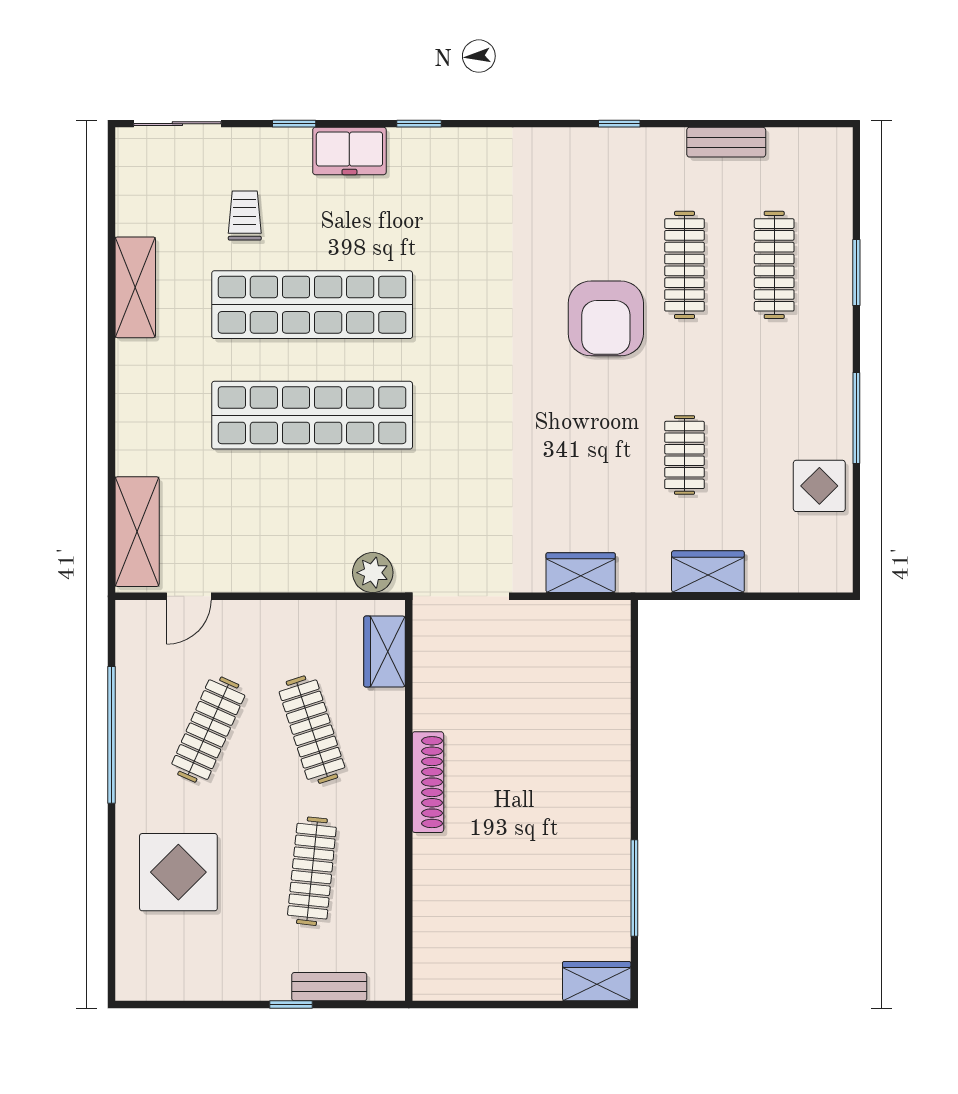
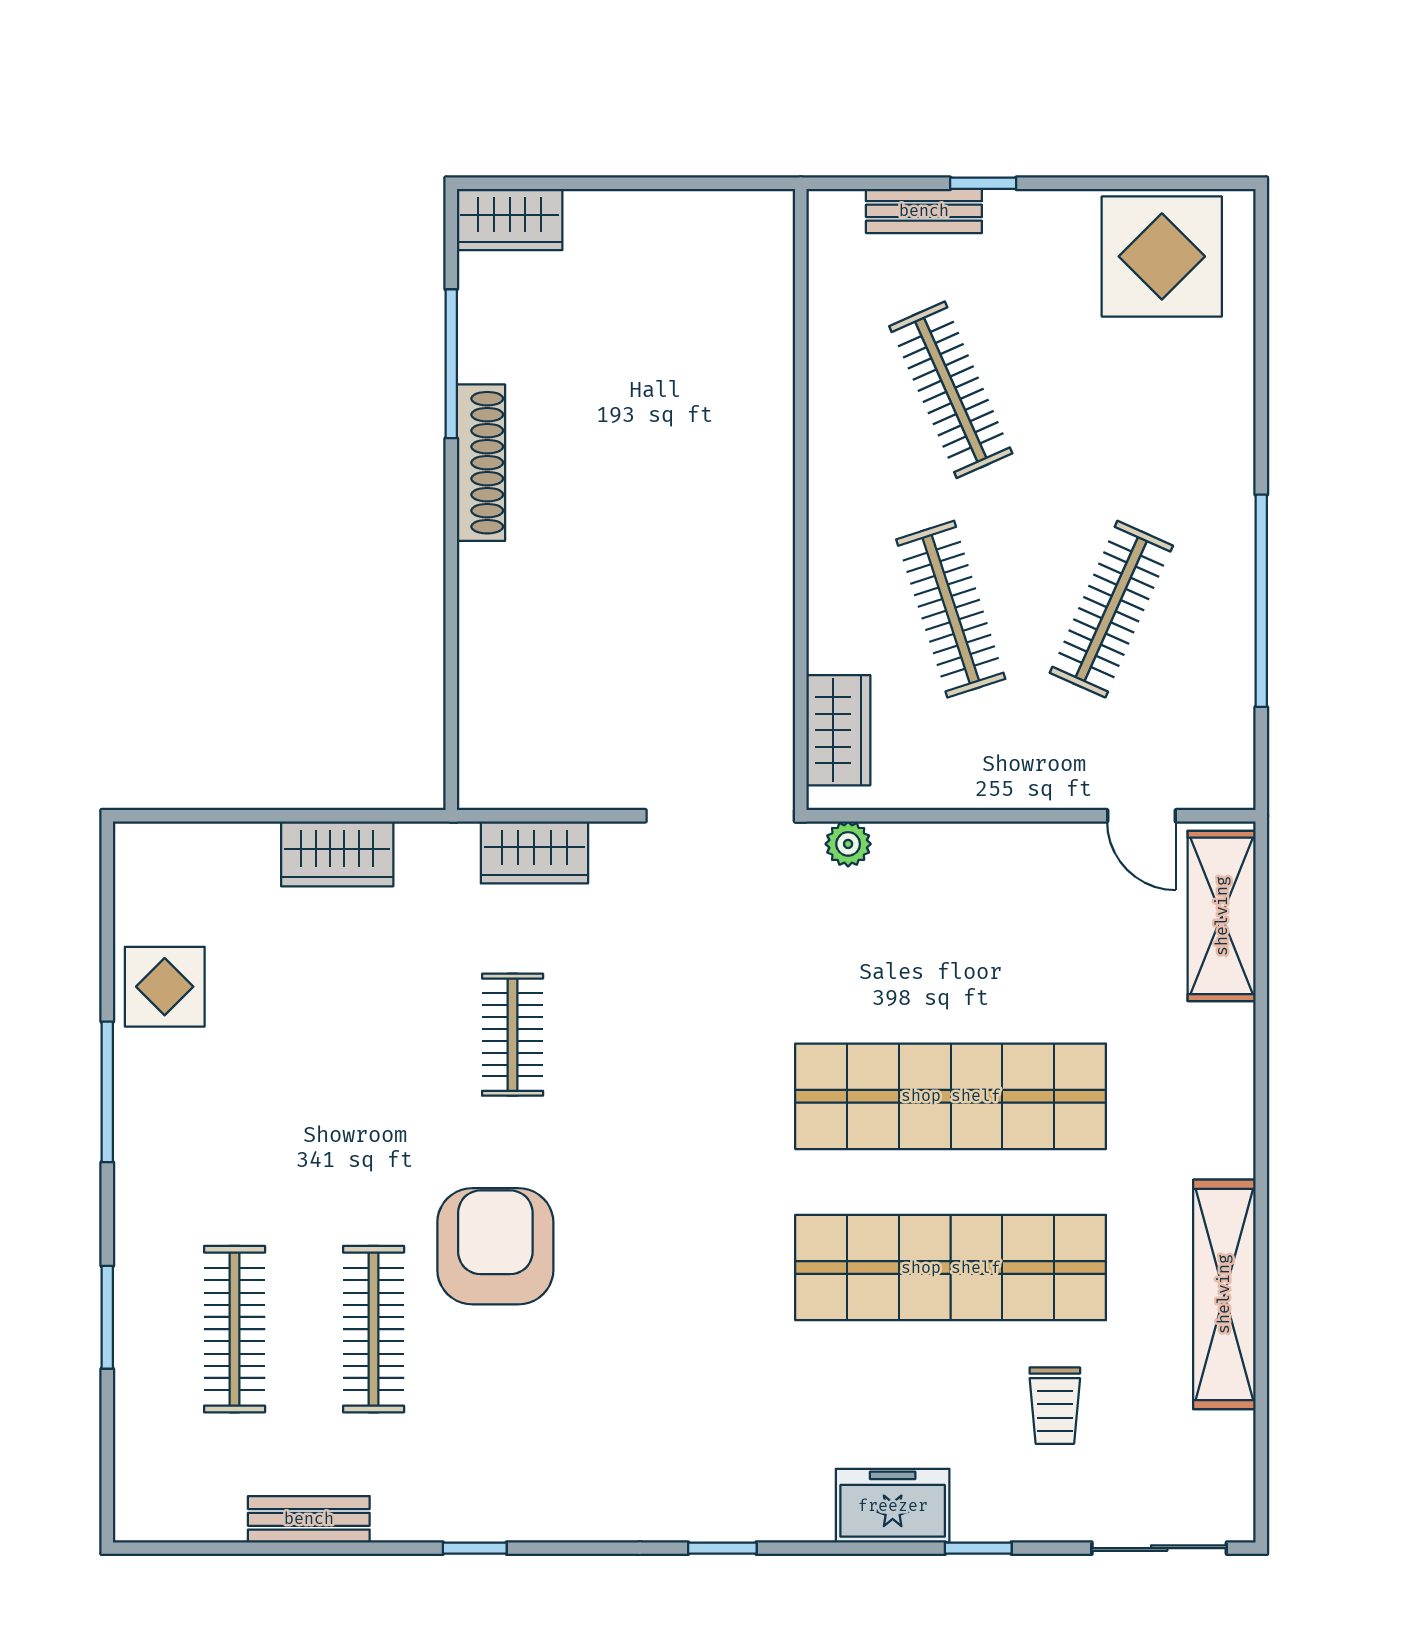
window: (419, 124) -> (722, 1548), moved
shelving: (135, 287) -> (1224, 1294), width x1.47
clothes rail: (684, 455) -> (513, 1035), moved
plant: (373, 573) -> (848, 844), width x0.73, depth x0.73
door: (189, 596) -> (1142, 816), swing flipped
shoe rack: (428, 782) -> (481, 463), moved, turned 180
clothes rail: (312, 871) -> (951, 390), turned -30
display table: (178, 872) -> (1162, 256), moved

